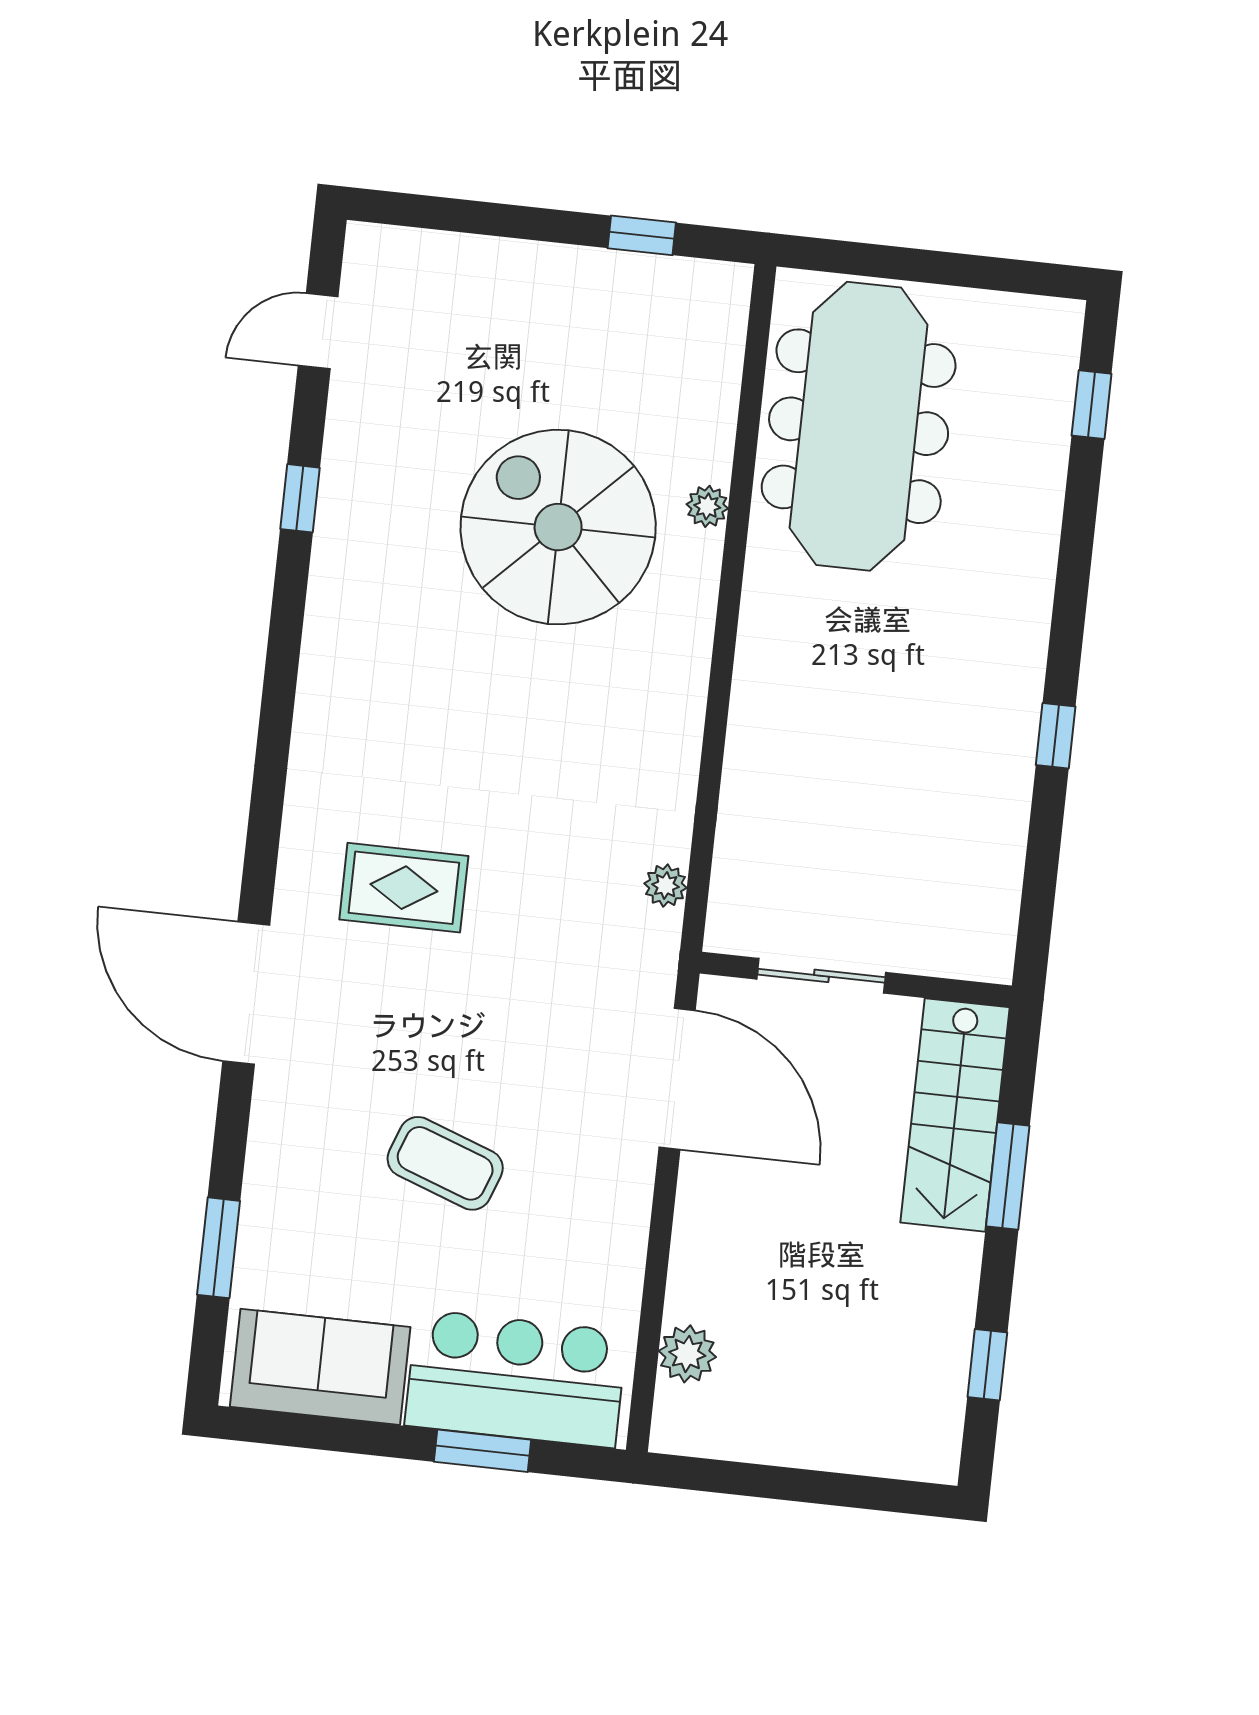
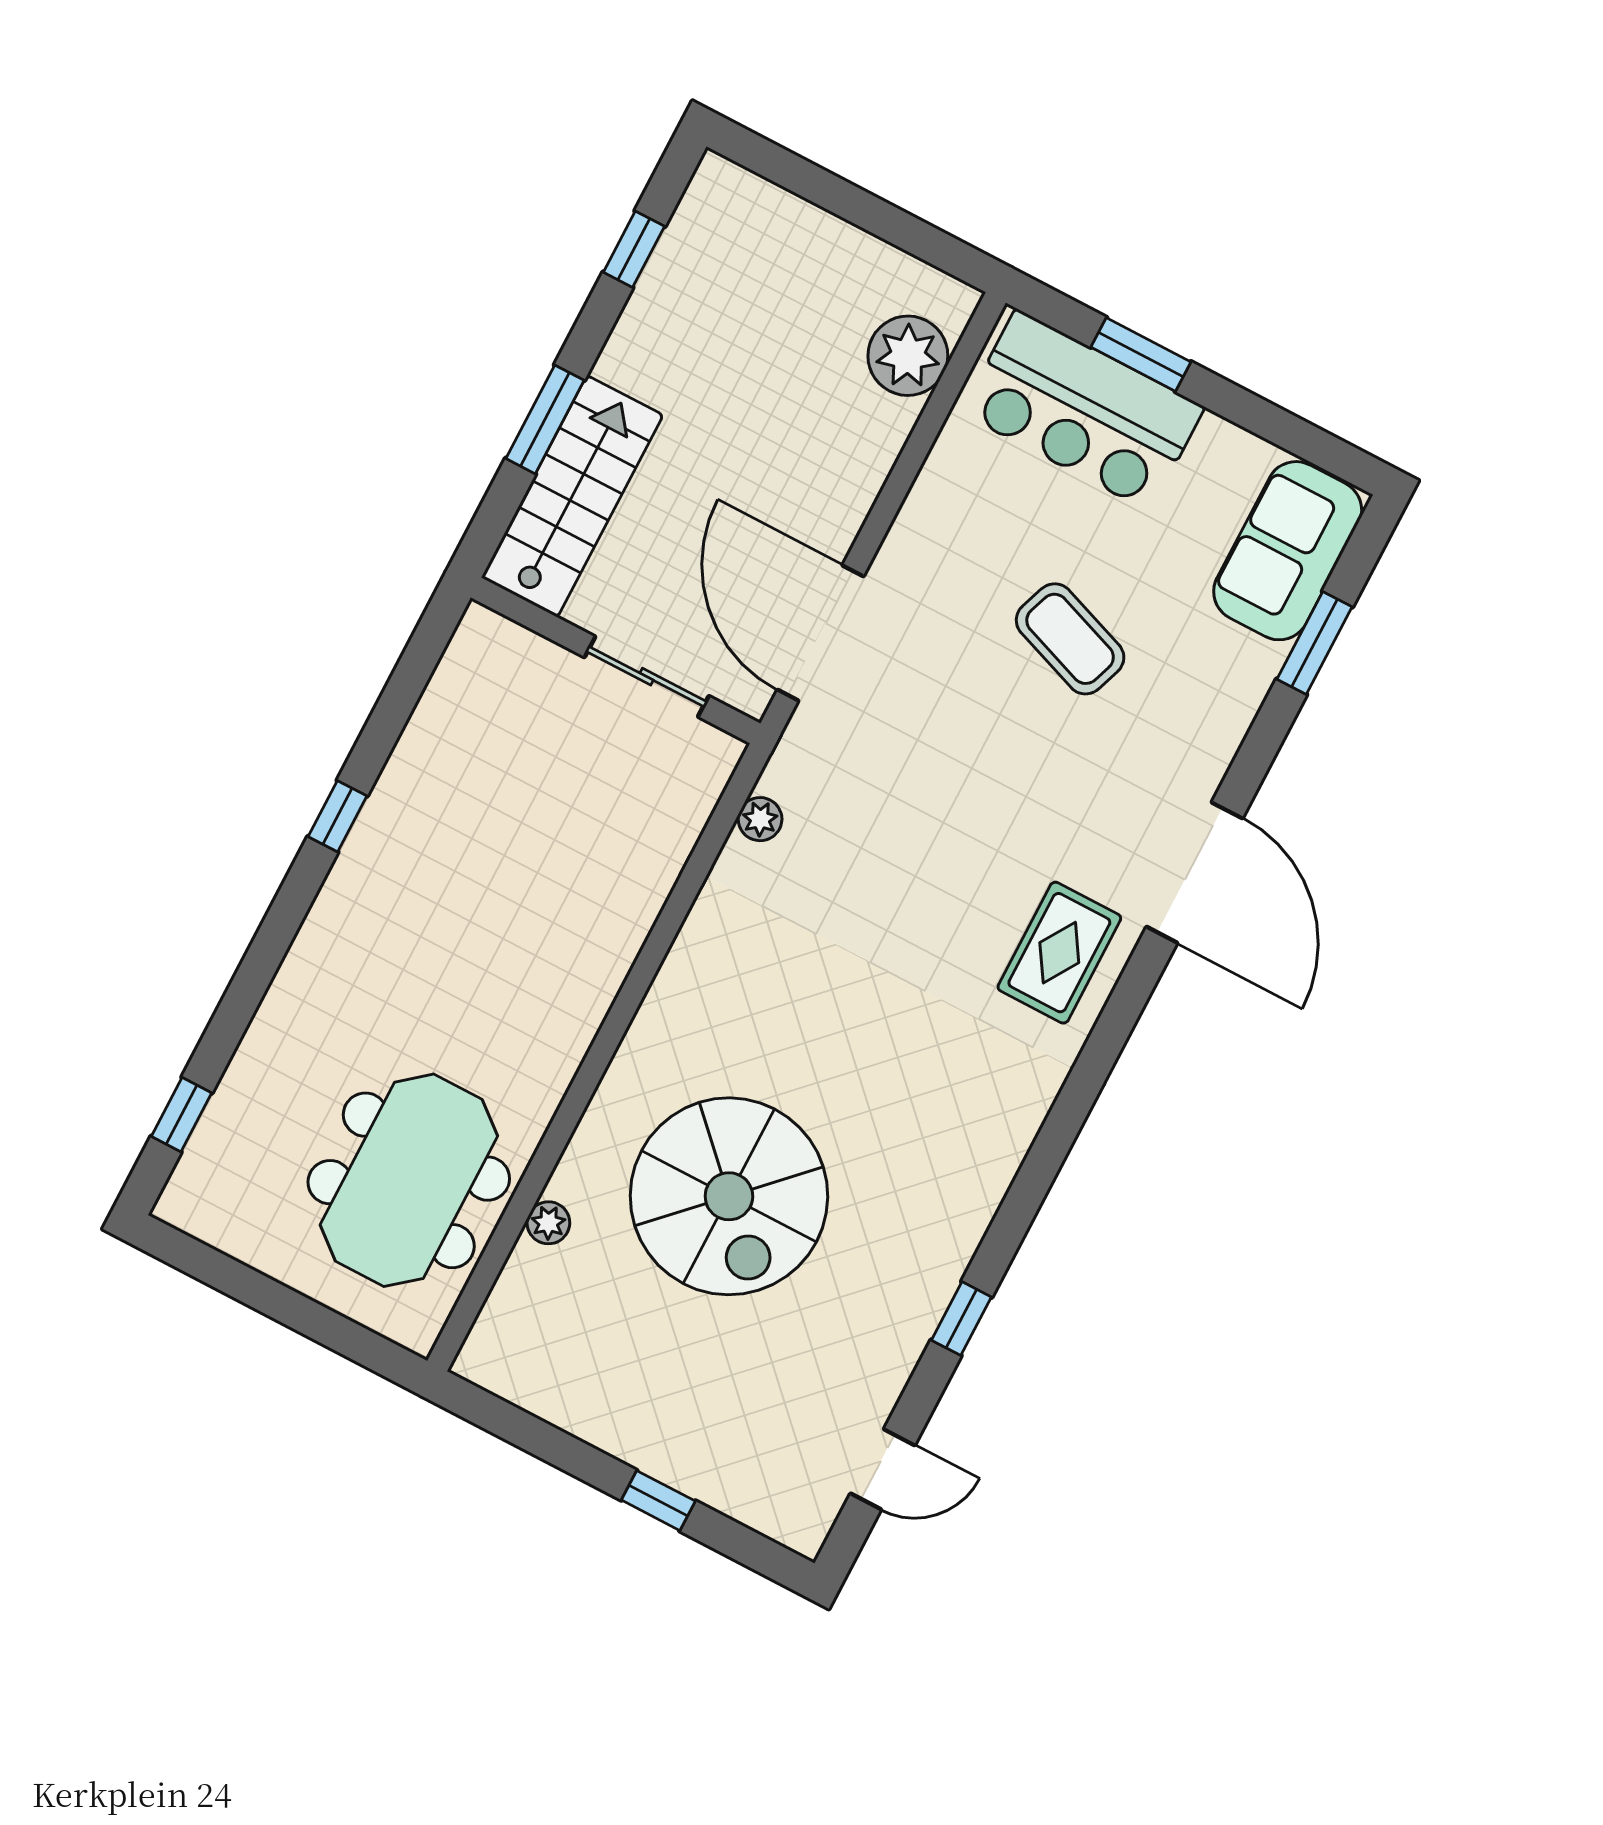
window: (642, 235) -> (658, 1501), moved
meeting table: (859, 426) -> (409, 1180), width x0.73
plant: (707, 506) -> (548, 1223), moved
rug: (404, 888) -> (1059, 953), moved, turned 90
plant: (687, 1354) -> (908, 356), width x1.36, depth x1.36
sofa: (320, 1367) -> (1288, 551), moved, turned 90

